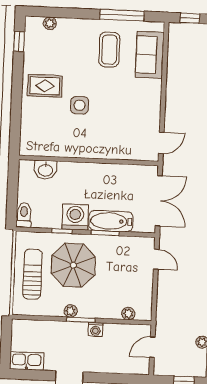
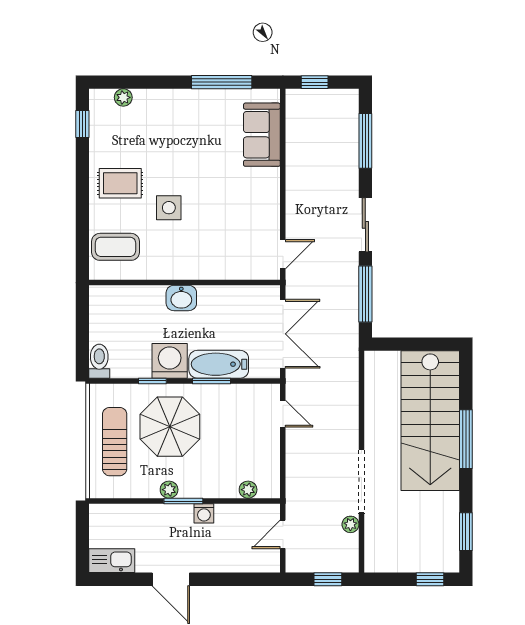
coffee table: (109, 50) -> (116, 247), moved, turned 90
washbasin: (45, 170) -> (181, 298), moved

